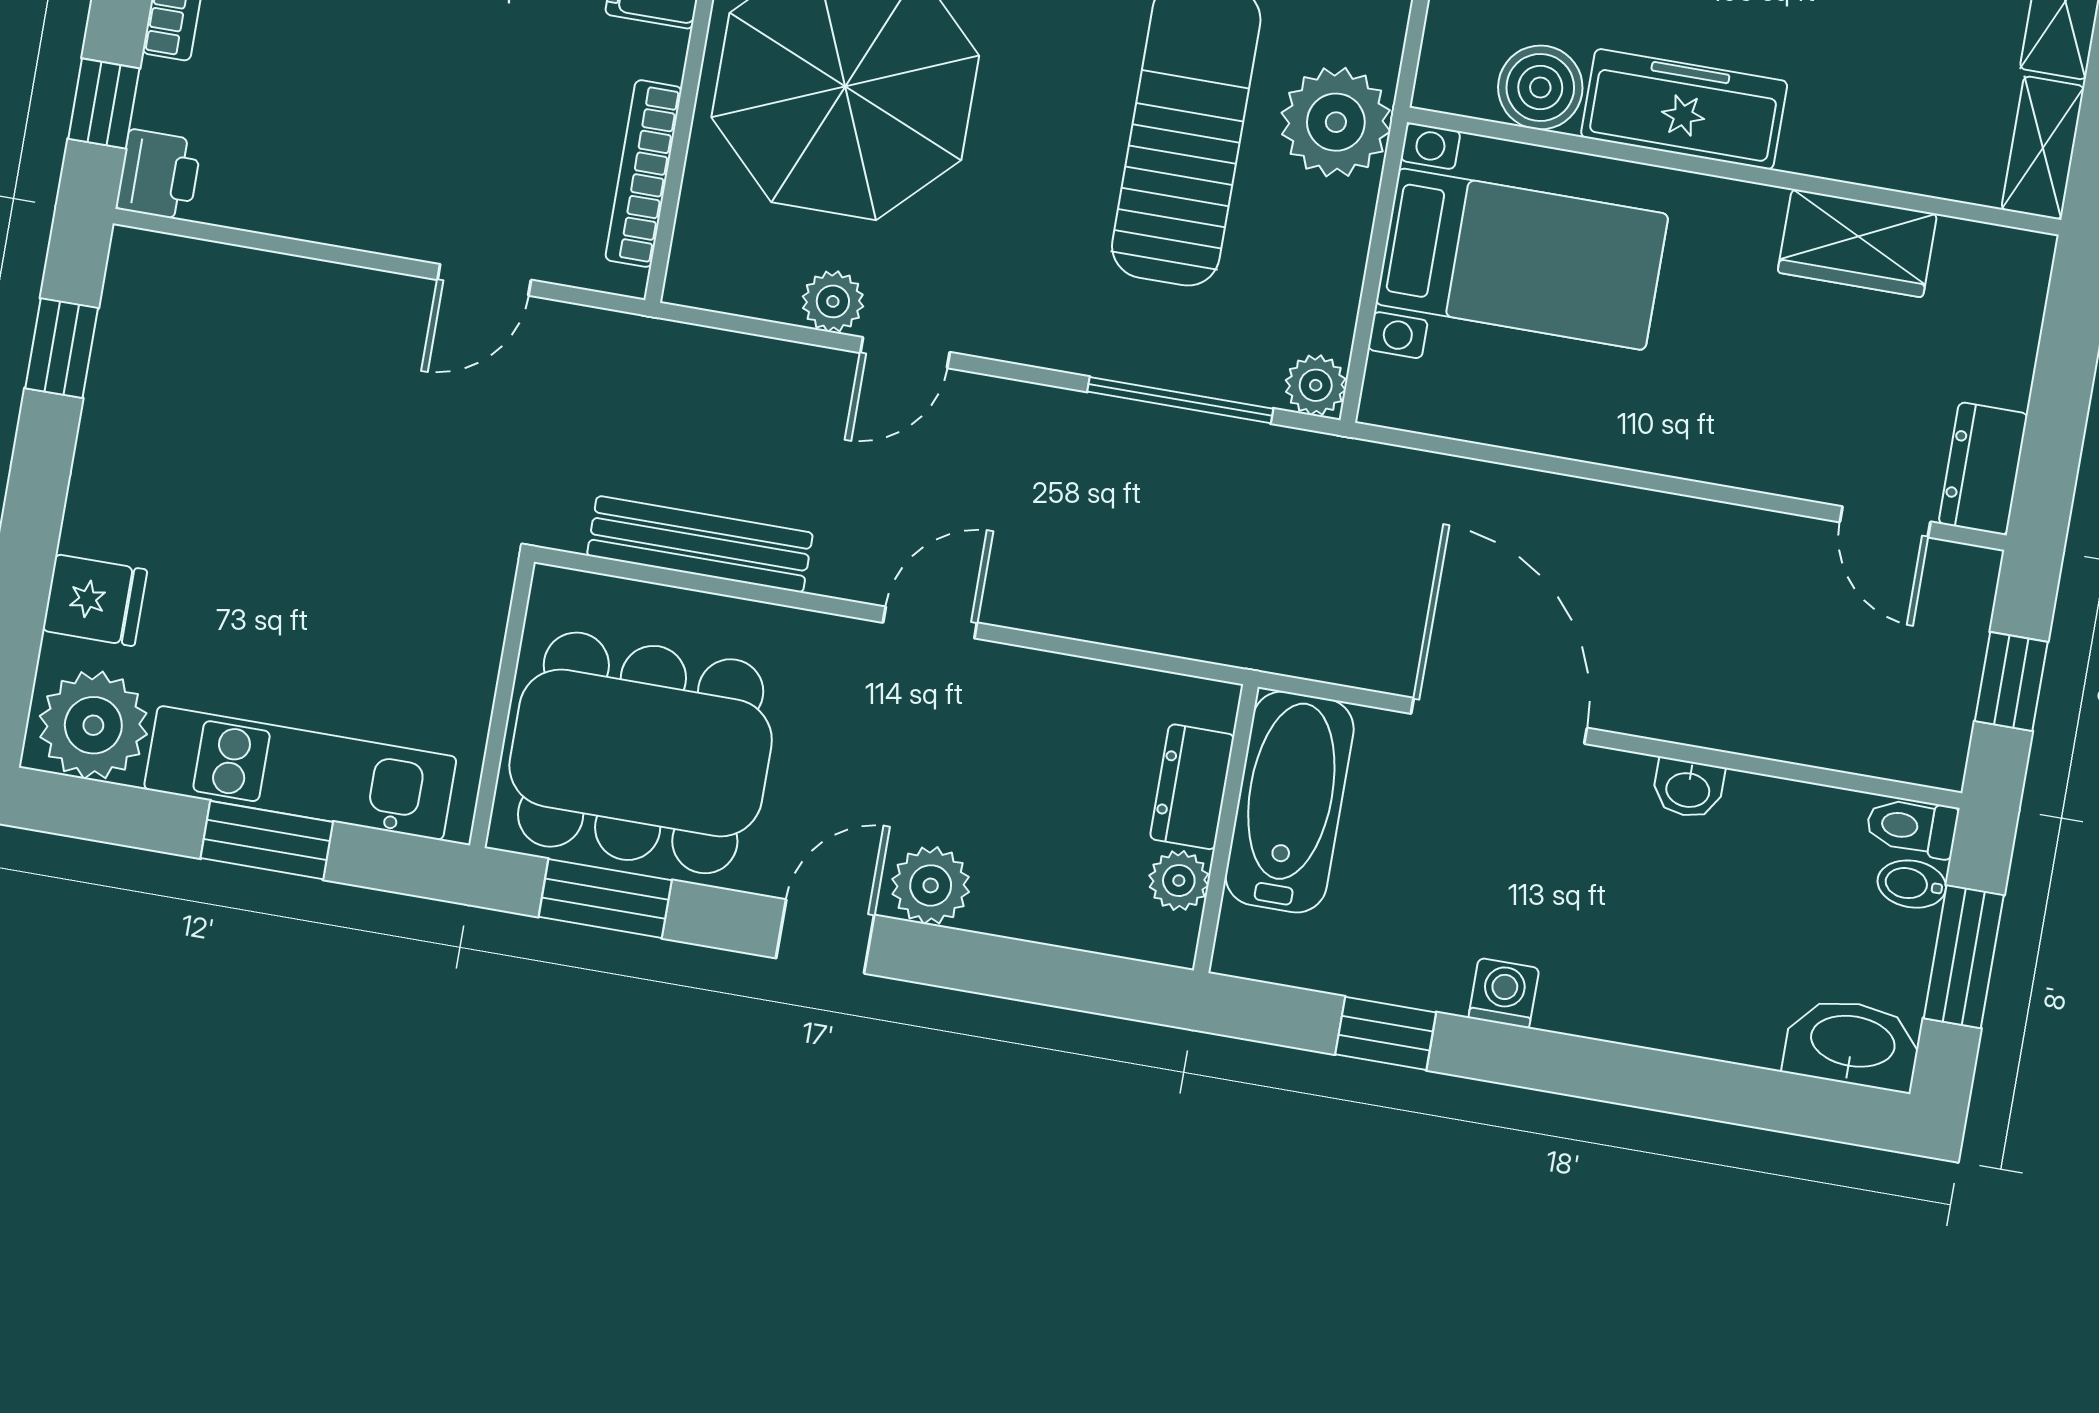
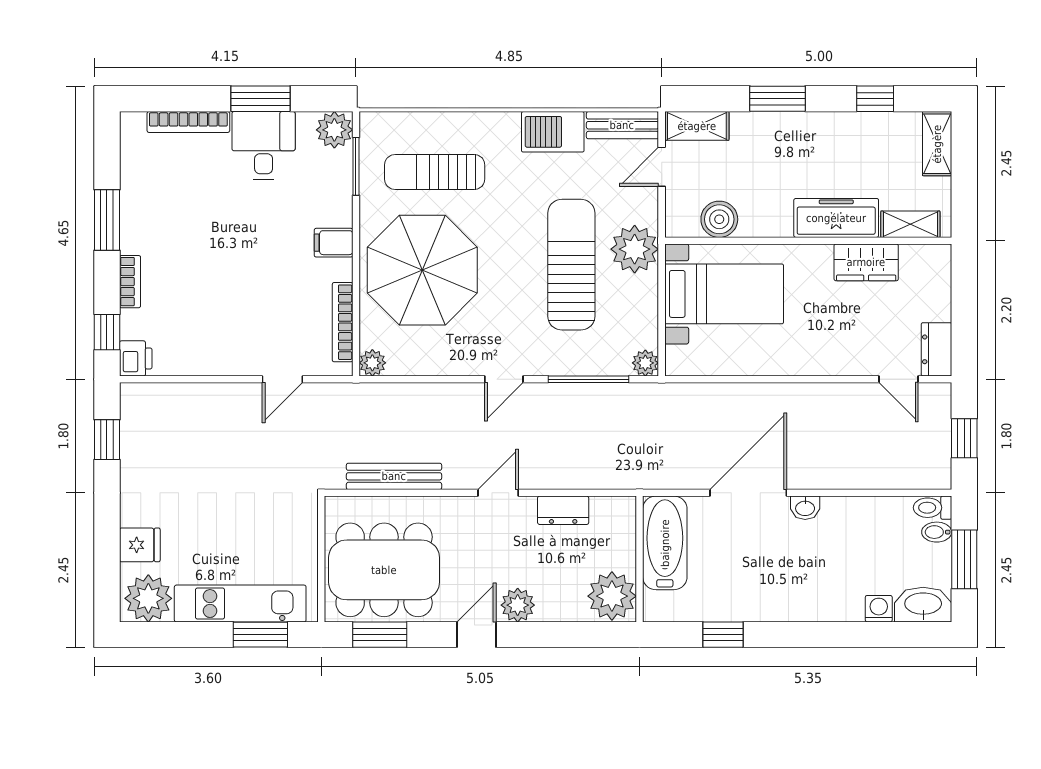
freezer: (1684, 109) -> (836, 218), moved
shelving: (2043, 148) -> (910, 224), moved, turned 90
plant: (833, 301) -> (372, 363), moved
door: (905, 353) -> (504, 379), moved
door: (1499, 721) -> (748, 493), hinge flipped
dresser: (1192, 787) -> (563, 510), moved, turned -90
washbasin: (1688, 788) -> (805, 508), moved
window: (267, 840) -> (260, 635), moved
plant: (1179, 881) -> (612, 596), width x1.87, depth x1.87
washing machine: (1504, 993) -> (879, 609), moved

